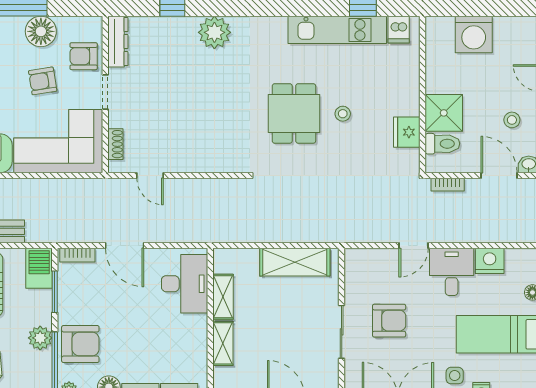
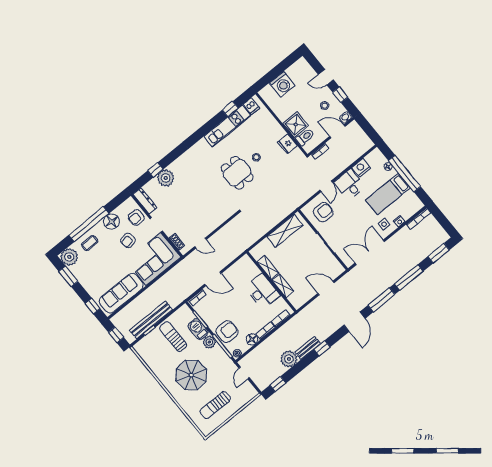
plant: (214, 32) -> (166, 178), moved
barbecue: (39, 268) -> (198, 329), moved
desk: (185, 284) -> (262, 291), moved
armchair: (389, 321) -> (323, 212), moved

